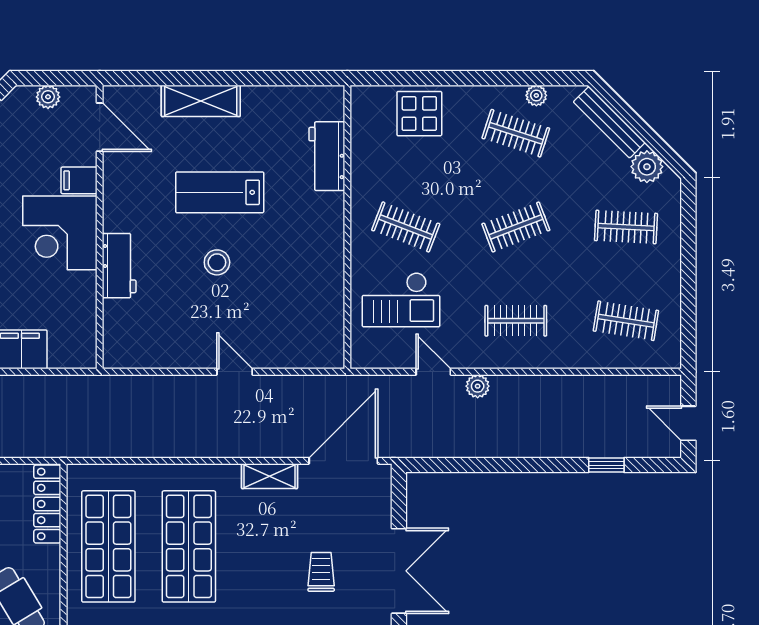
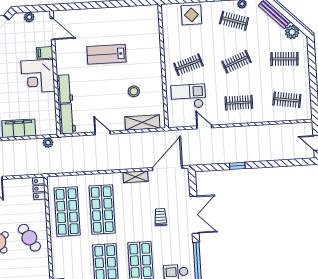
shelving: (201, 101) -> (142, 123), moved
workbench: (327, 156) -> (67, 119), moved, turned 180
clothes rail: (406, 227) -> (188, 65), turned -39
stool: (217, 262) -> (134, 91), moved
checkout: (401, 300) -> (188, 96), turned 180
door: (235, 372) -> (103, 133), moved
plant: (478, 386) -> (48, 143), moved
window: (606, 465) -> (237, 166), moved
locker: (47, 504) -> (39, 189), width x0.66

